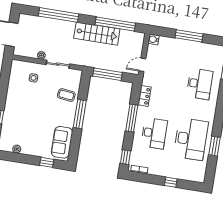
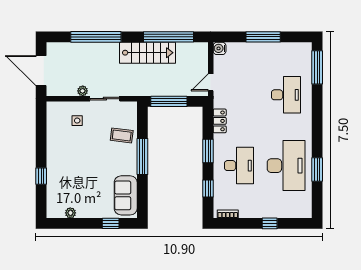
window: (132, 118) -> (208, 151), width x0.69
window: (125, 157) -> (208, 188), moved

